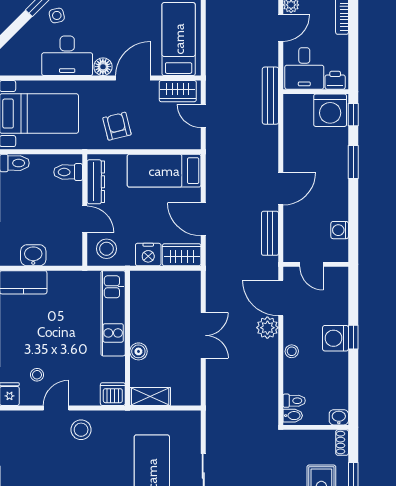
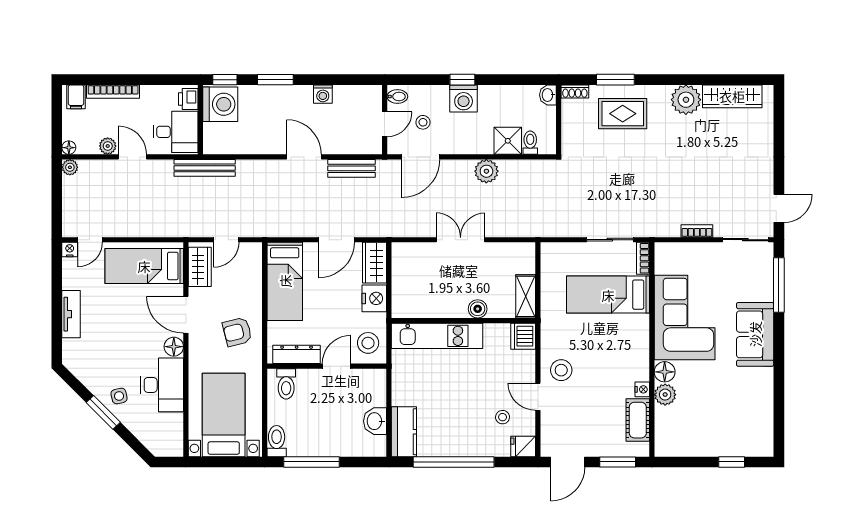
washing machine: (340, 230) -> (323, 94), moved
plant: (267, 328) -> (486, 171), moved
stool: (292, 351) -> (423, 122), moved
shower: (296, 380) -> (508, 141), added
bidet: (293, 416) -> (397, 96), moved, turned 90

